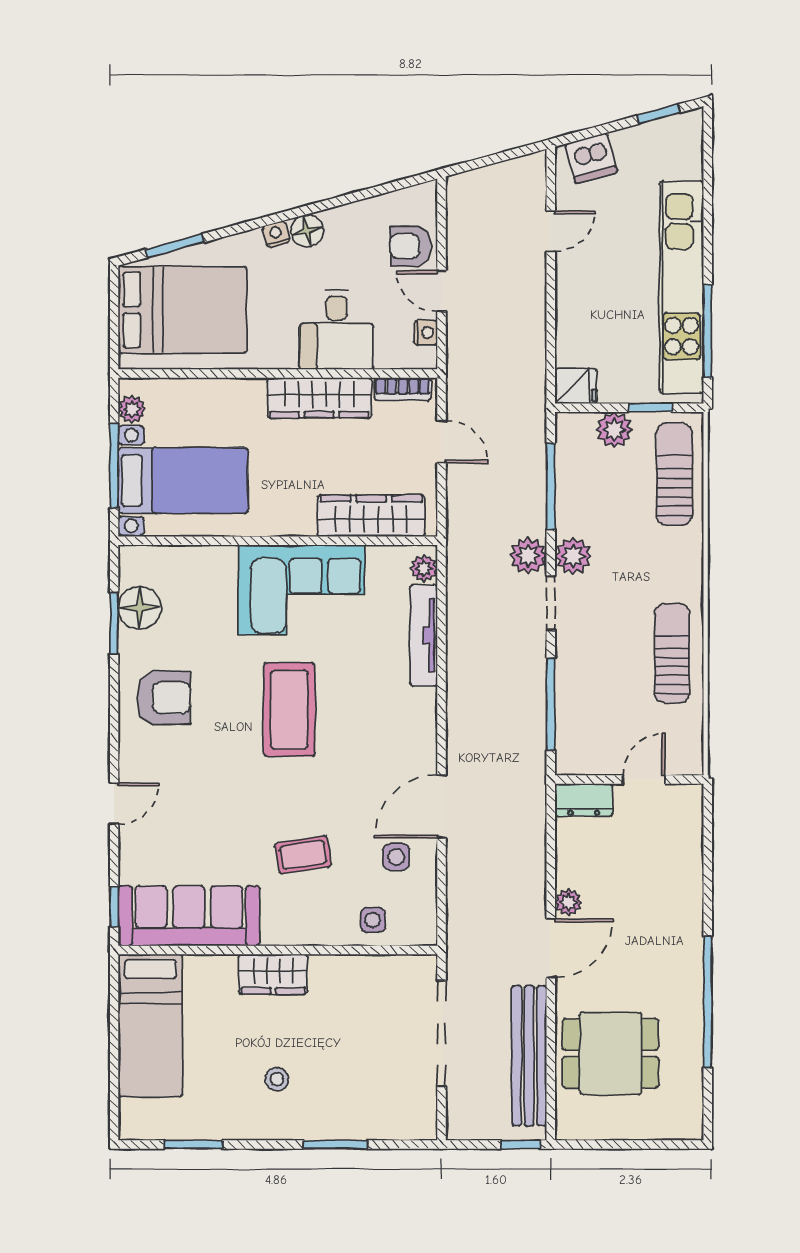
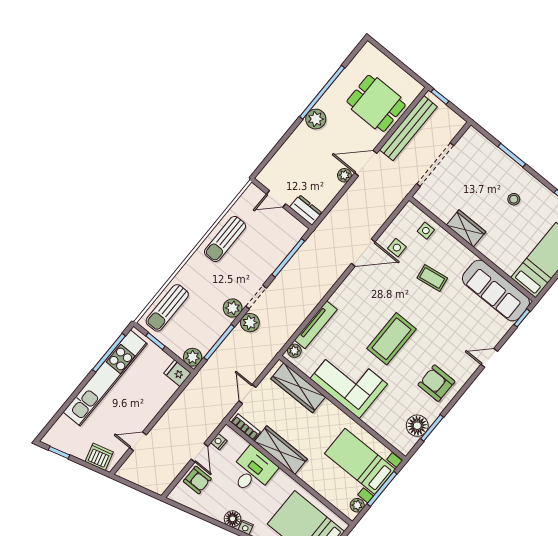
plant: (614, 430) -> (193, 357), moved
plant: (684, 953) -> (316, 119), added
wardrobe: (273, 974) -> (466, 228), moved

